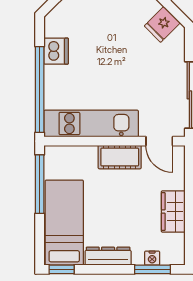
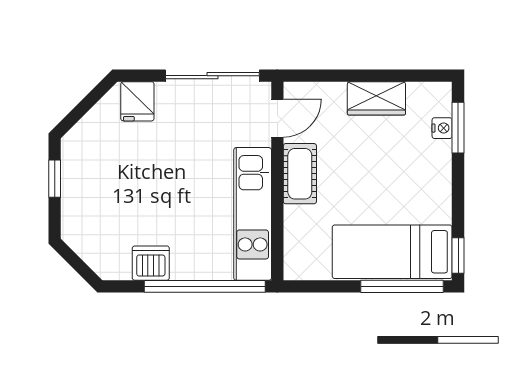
fridge: (162, 24) -> (137, 101), moved, turned 45
window: (40, 184) -> (402, 286), moved
dresser: (108, 256) -> (439, 190), removed

